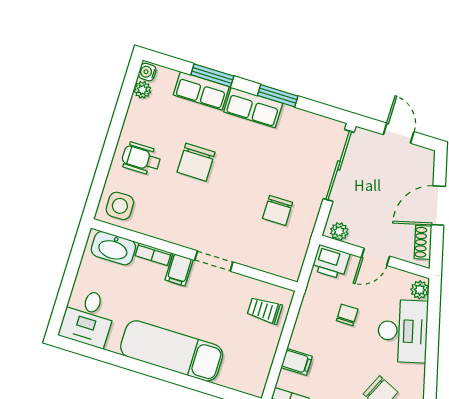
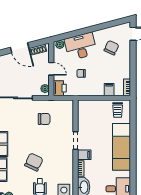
chair: (196, 162) -> (34, 162), turned -65
trolley: (265, 310) -> (118, 110), moved

